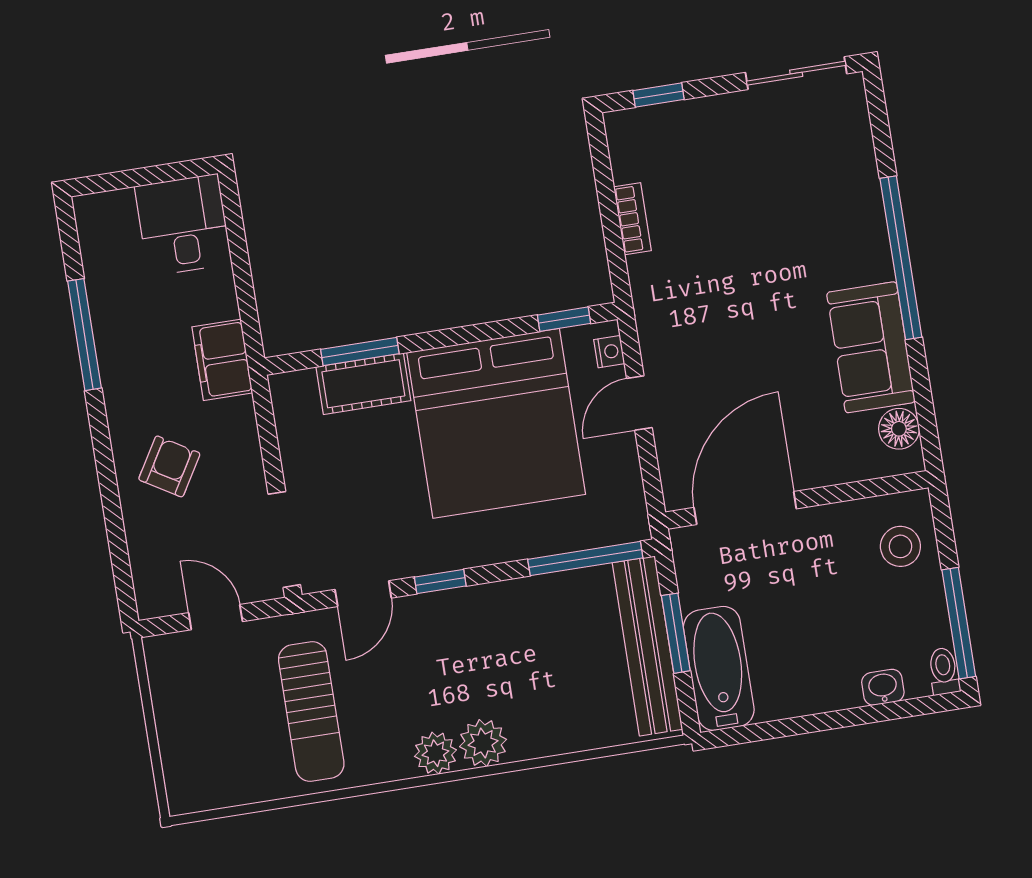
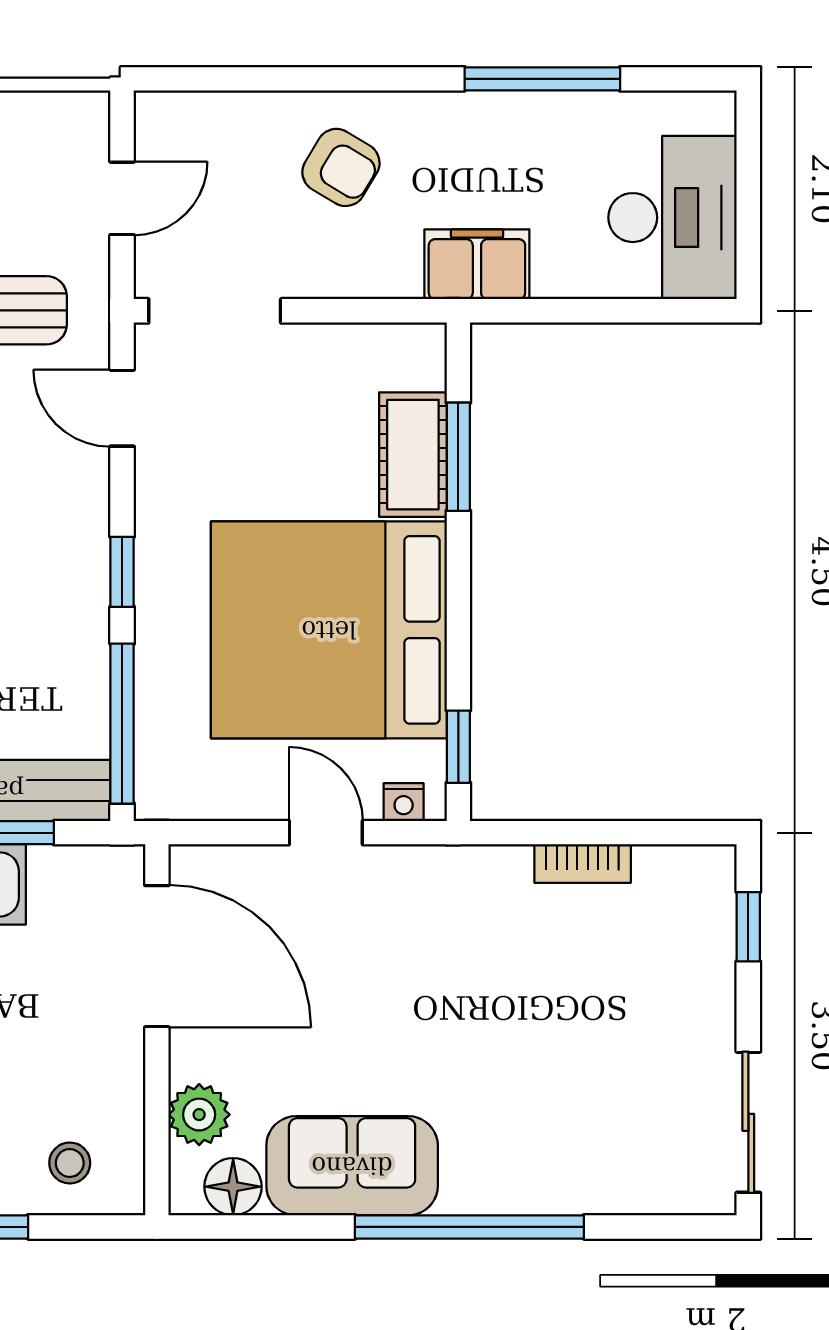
desk: (183, 225) -> (673, 218), width x1.37
plant: (852, 461) -> (199, 1115), added
stool: (900, 546) -> (70, 1163), width x0.73, depth x0.73
window: (440, 581) -> (122, 572), moved

